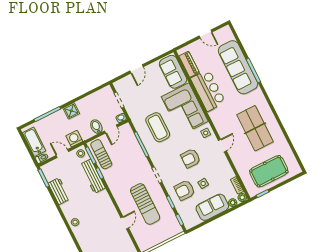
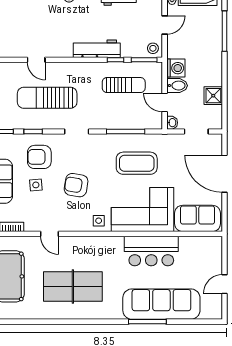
piano: (189, 64) -> (197, 244), removed
door: (137, 69) -> (225, 174), width x1.87
shower: (71, 111) -> (213, 96), moved
washing machine: (74, 139) -> (176, 68), moved
door: (222, 146) -> (50, 234), moved
sun lounger: (101, 154) -> (124, 85), moved
armchair: (191, 158) -> (76, 185), turned -81
workbench: (93, 176) -> (97, 49), moved
armchair: (185, 190) -> (39, 157), turned -90

